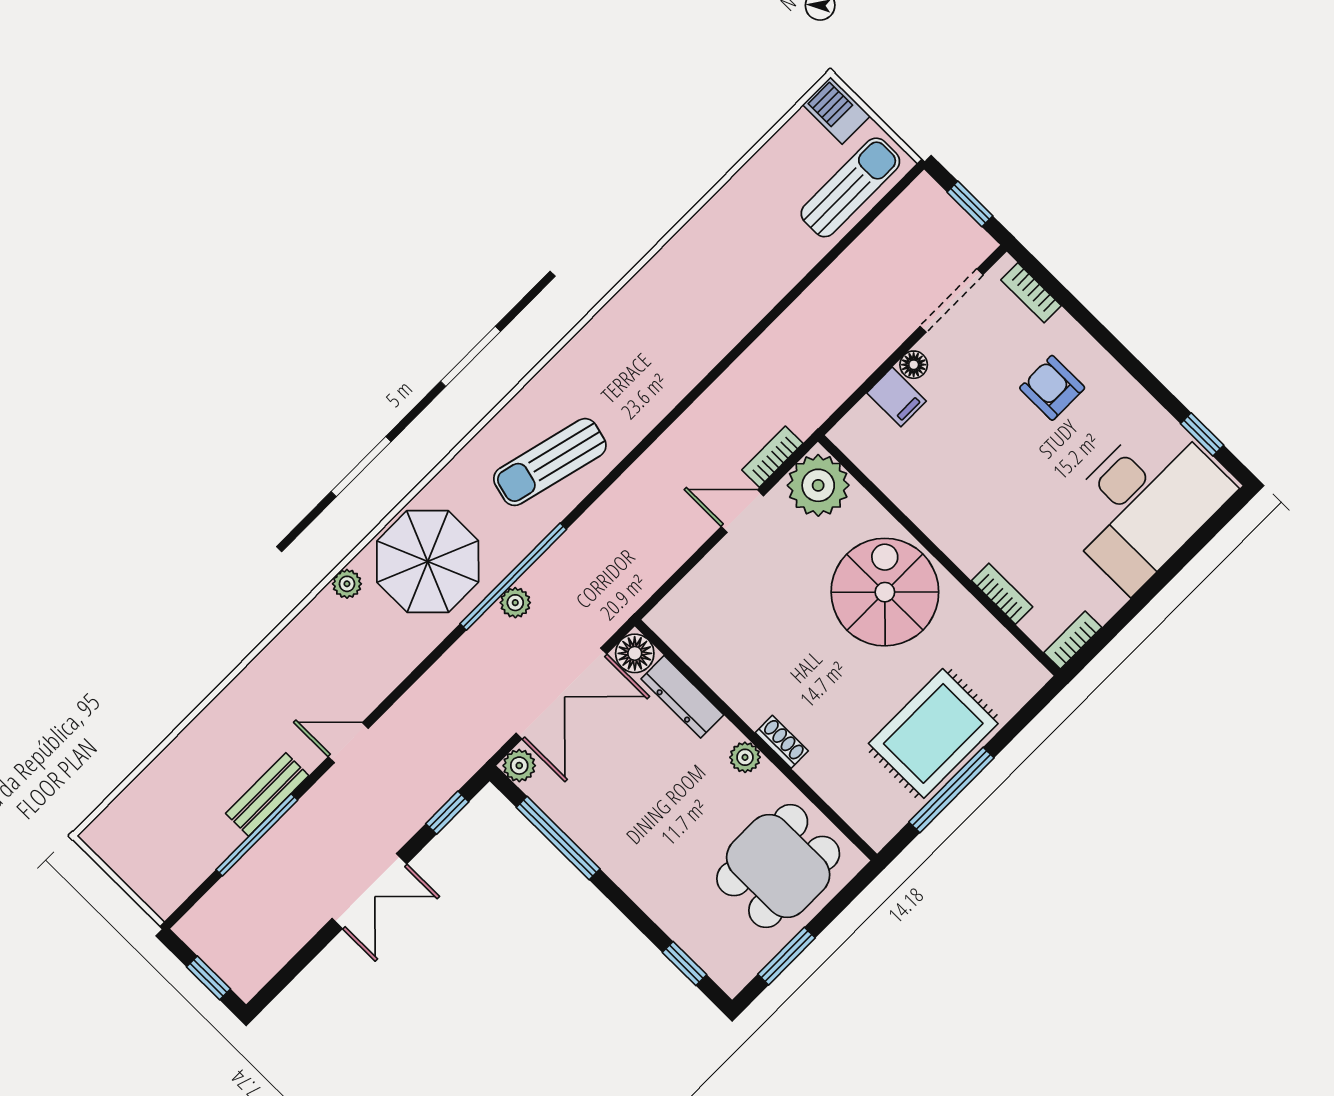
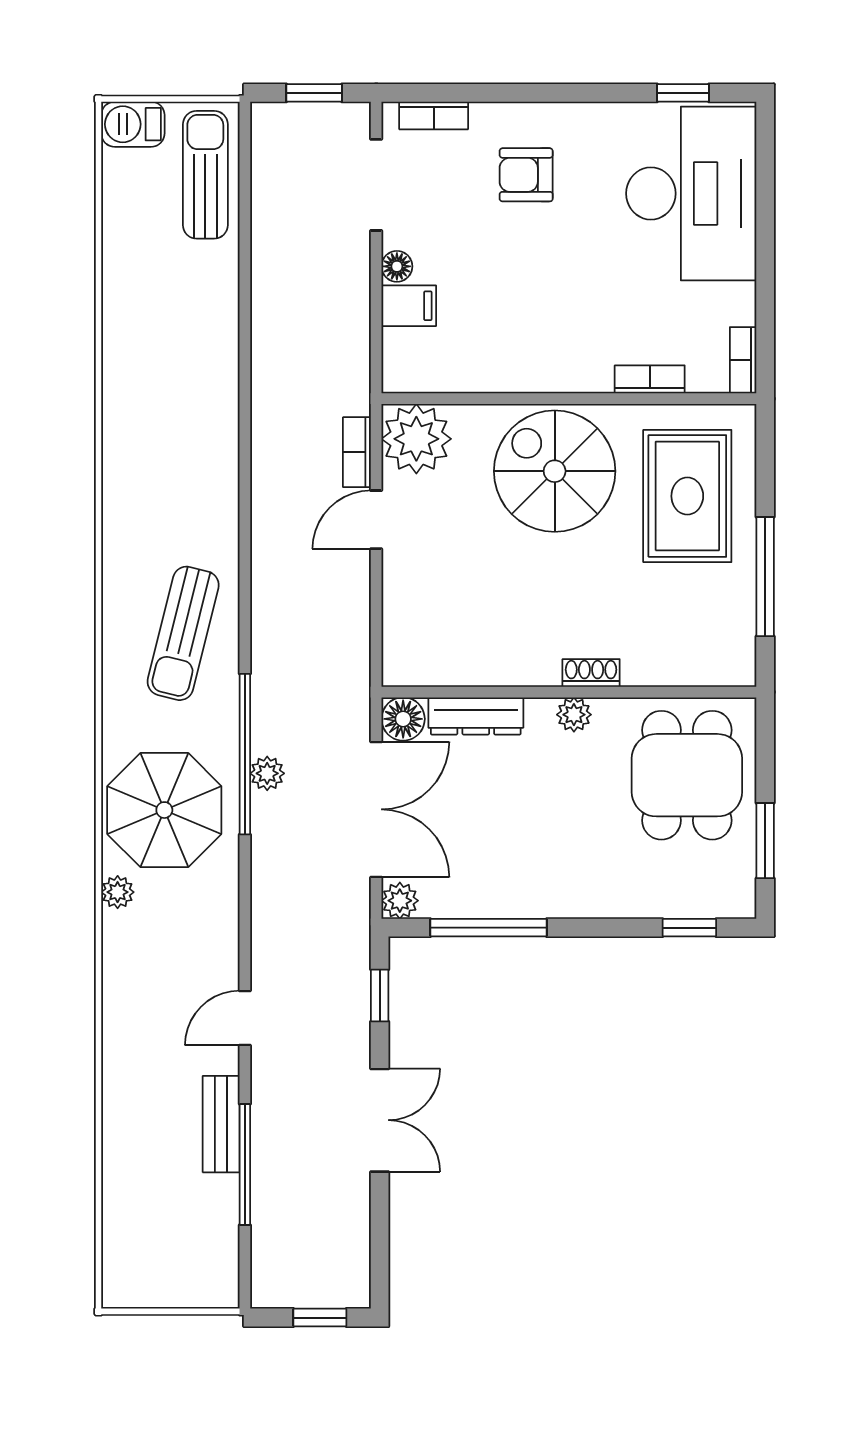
rug: (933, 733) -> (687, 496), moved

